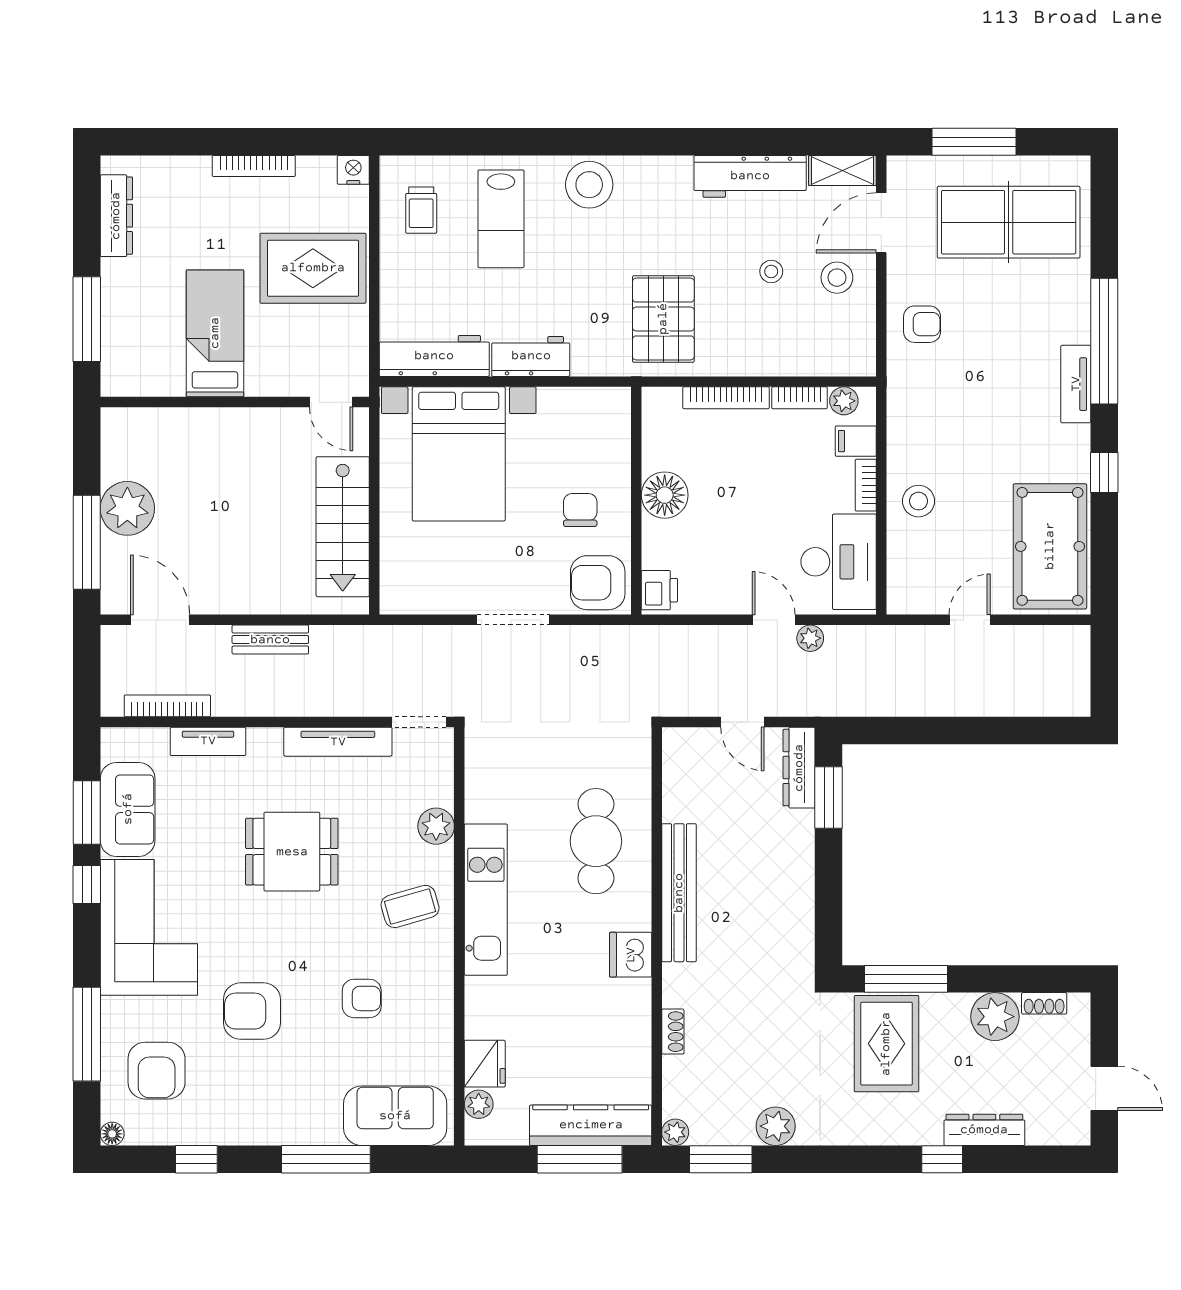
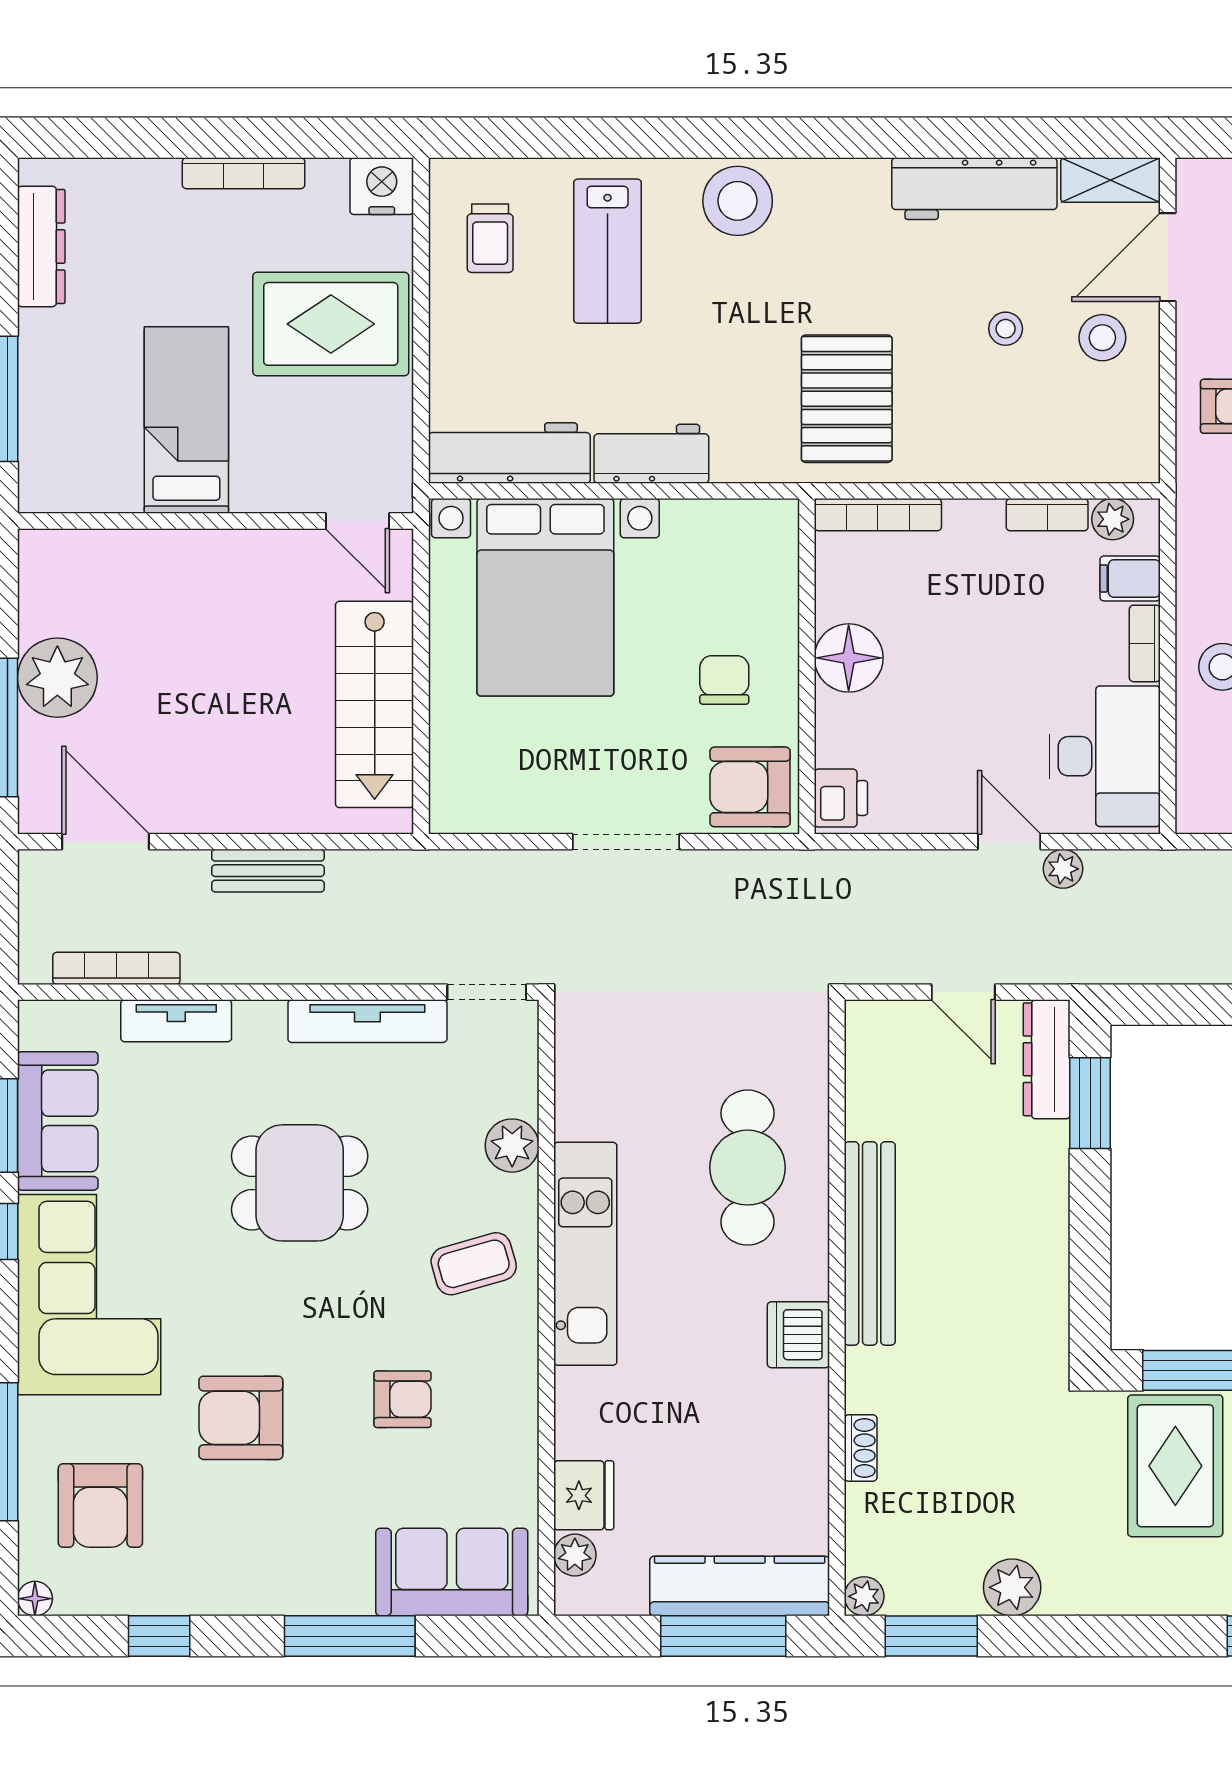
nightstand: (353, 170) -> (382, 186), width x1.36, depth x1.33
bookcase: (726, 398) -> (878, 515), moved

